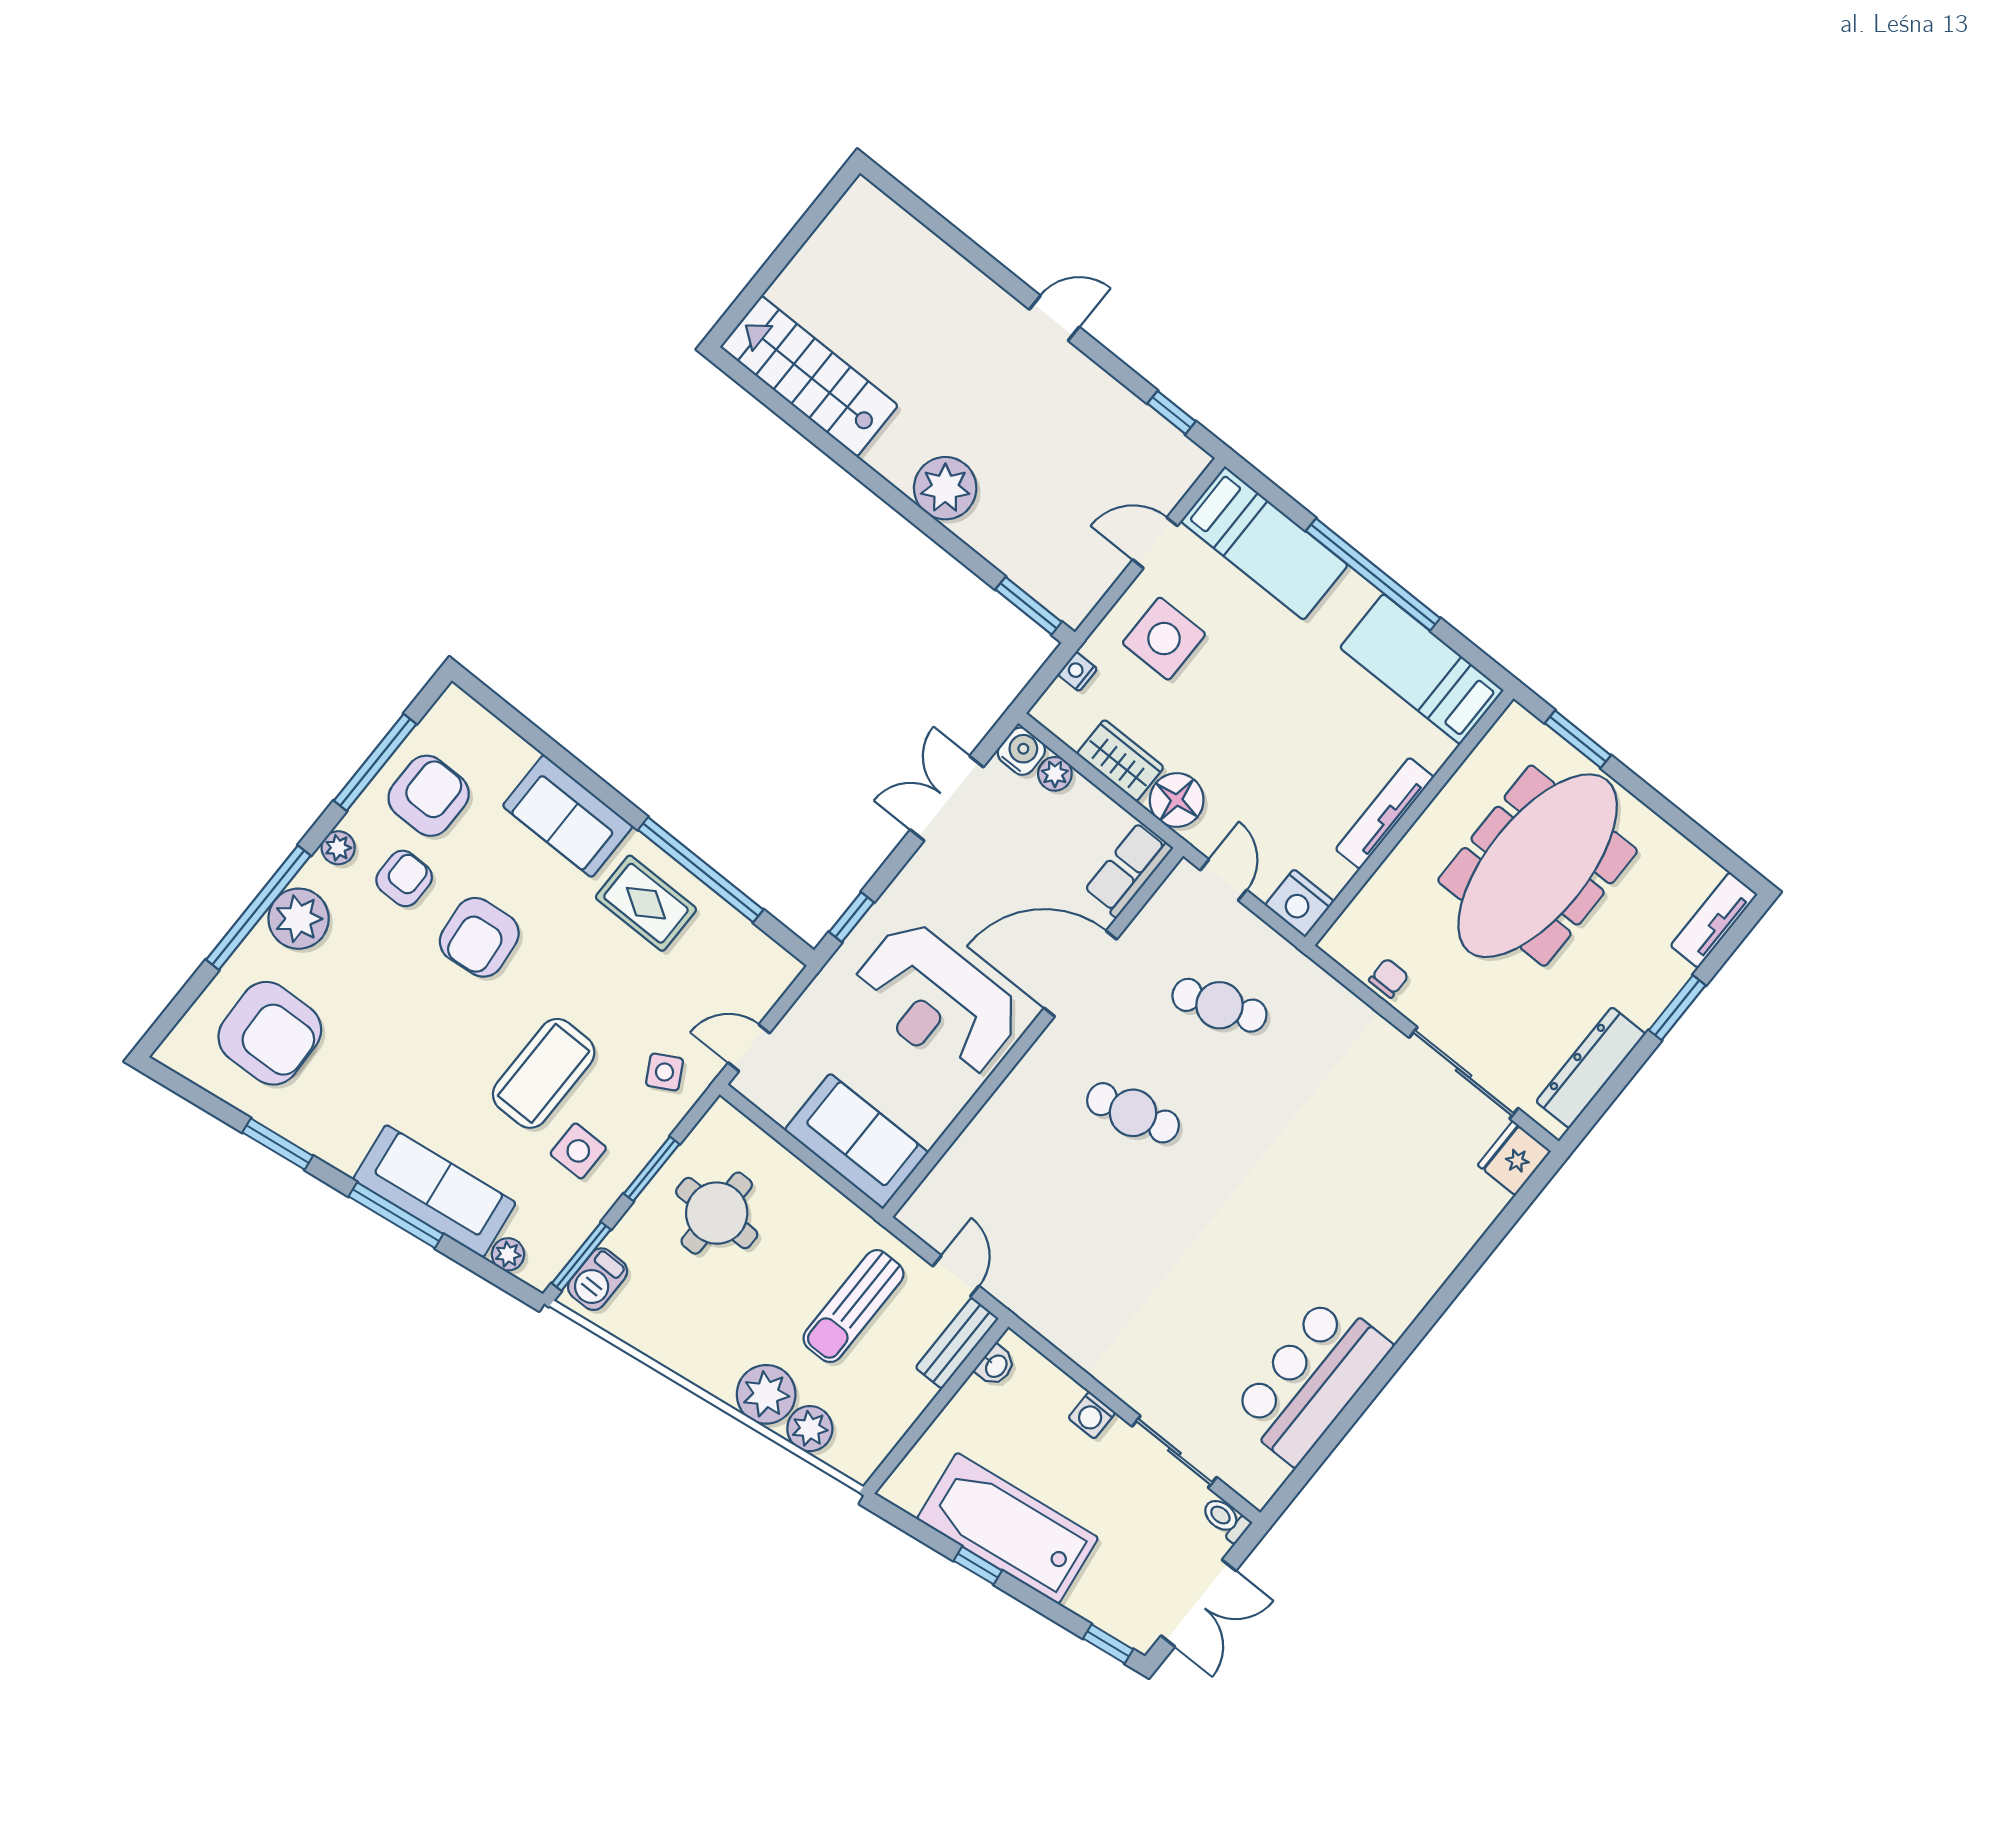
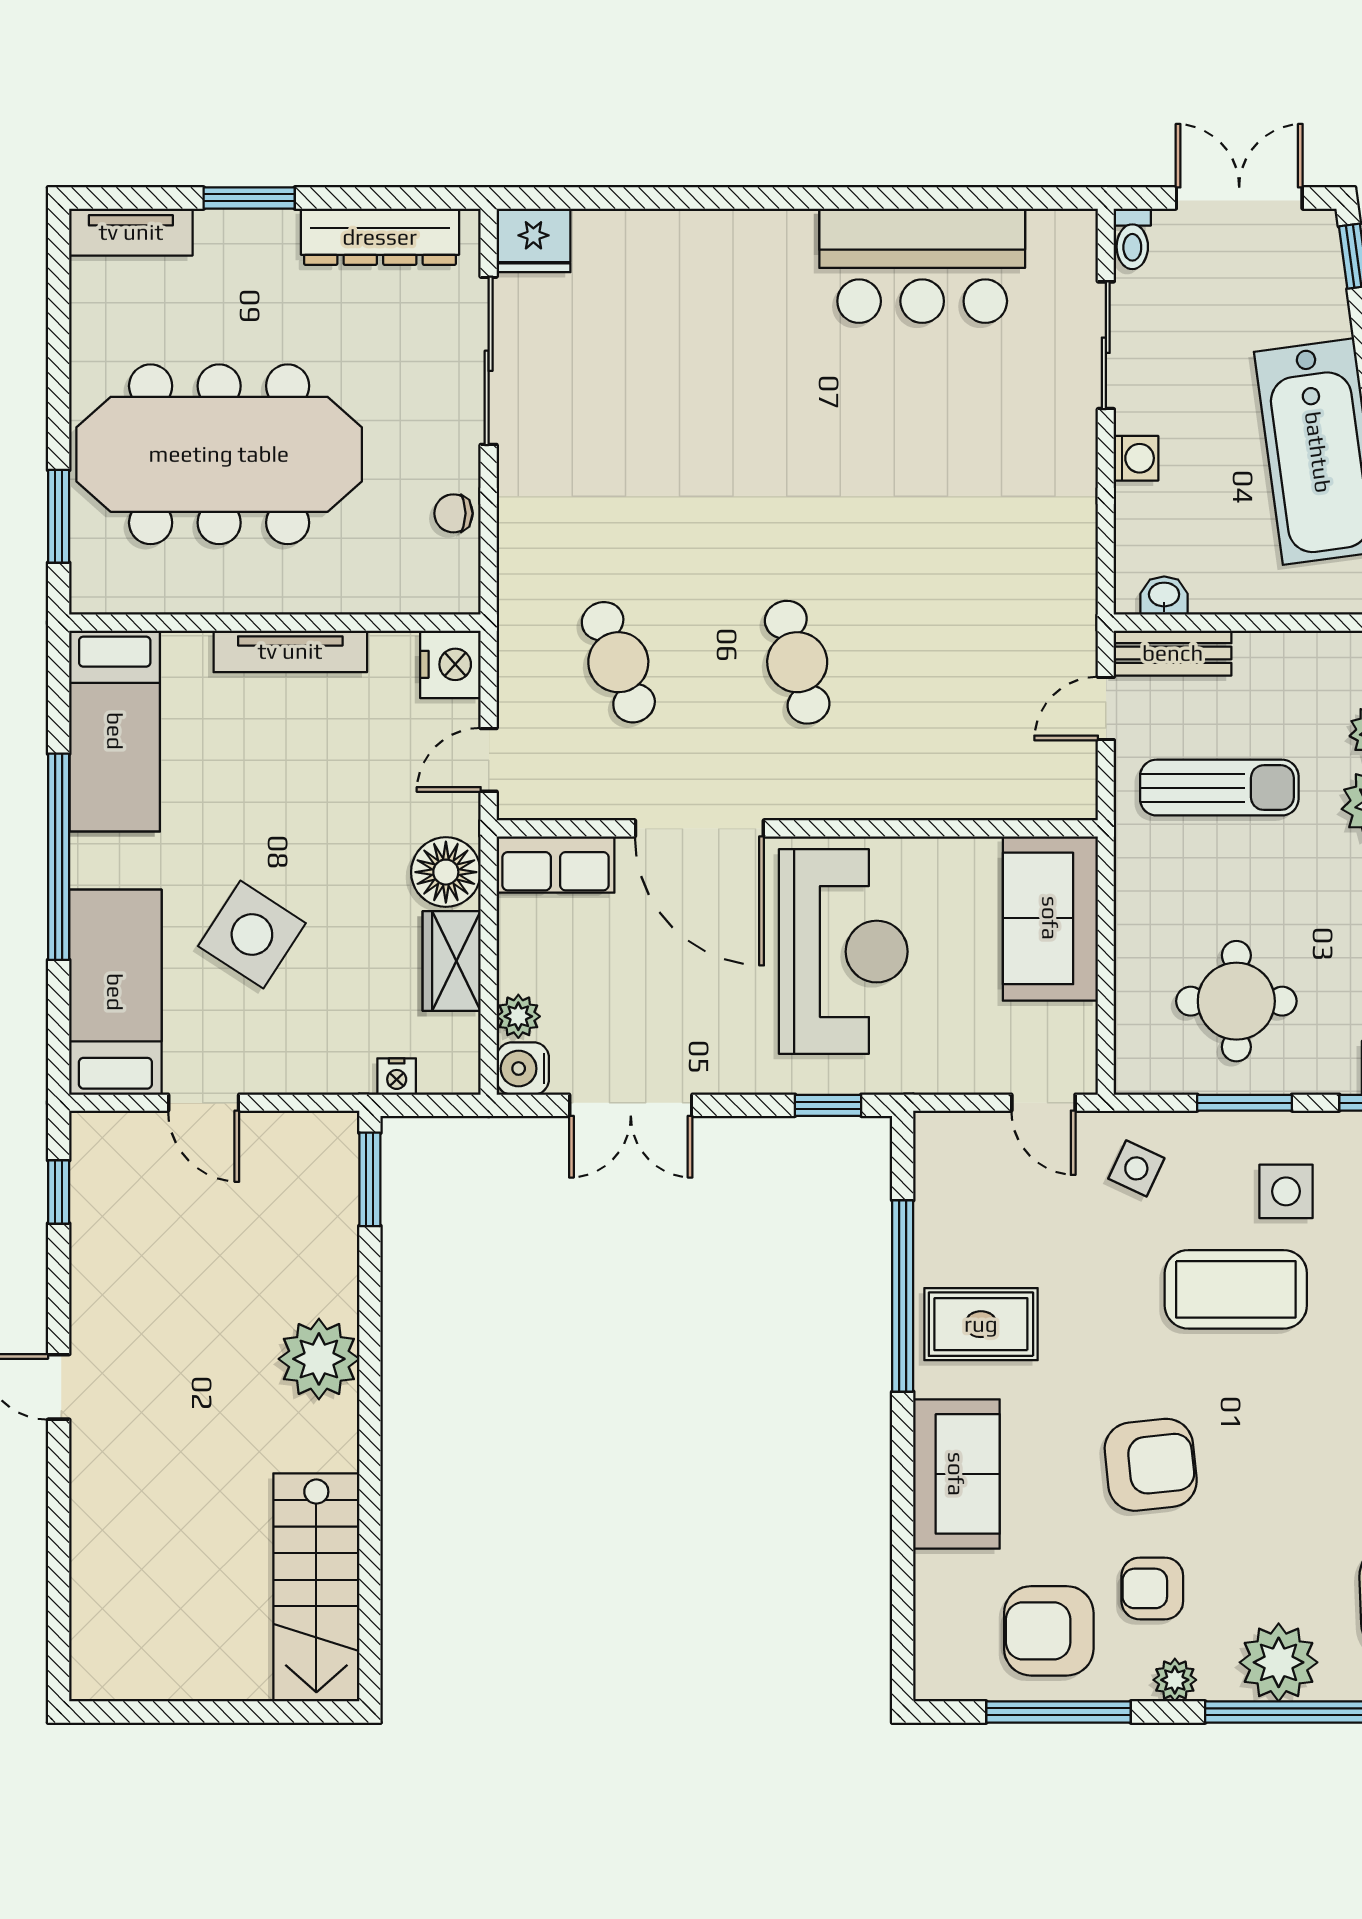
side table: (1164, 639) -> (252, 935), moved, turned 33
rug: (646, 903) -> (981, 1324), turned 90
side table: (664, 1072) -> (1136, 1168), turned -36

